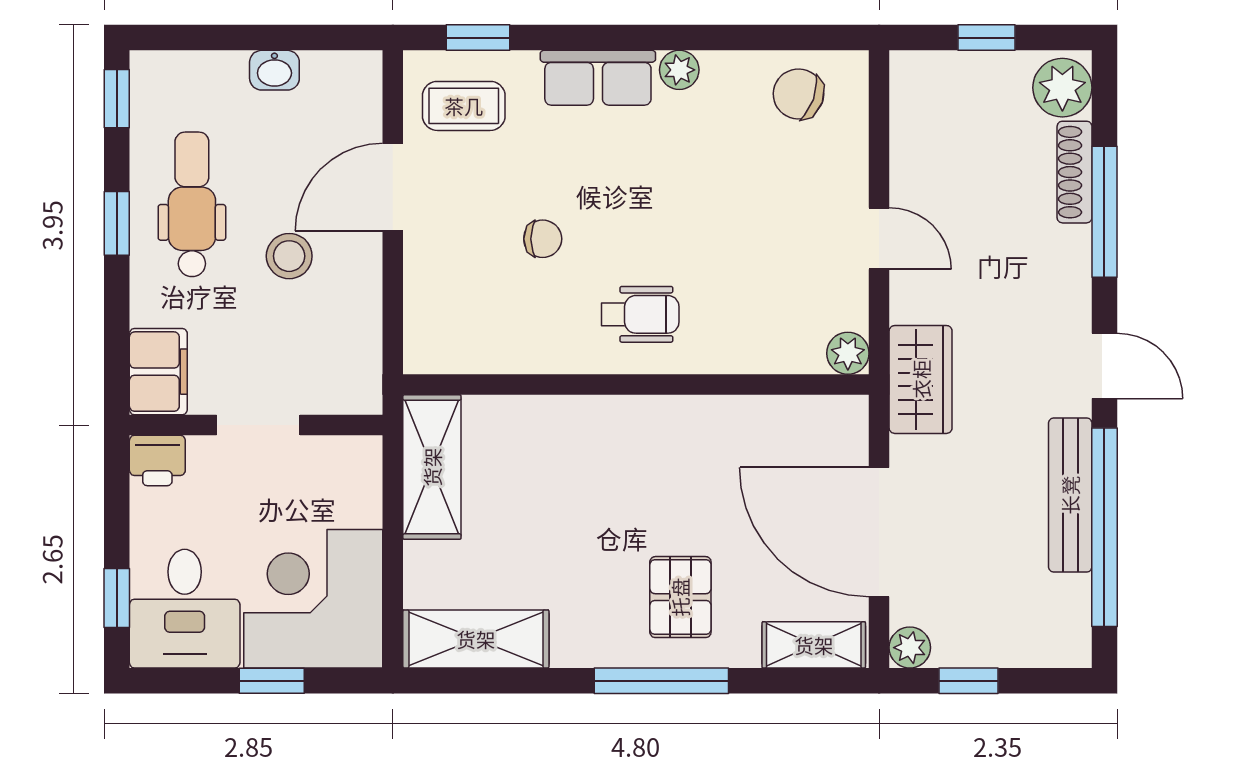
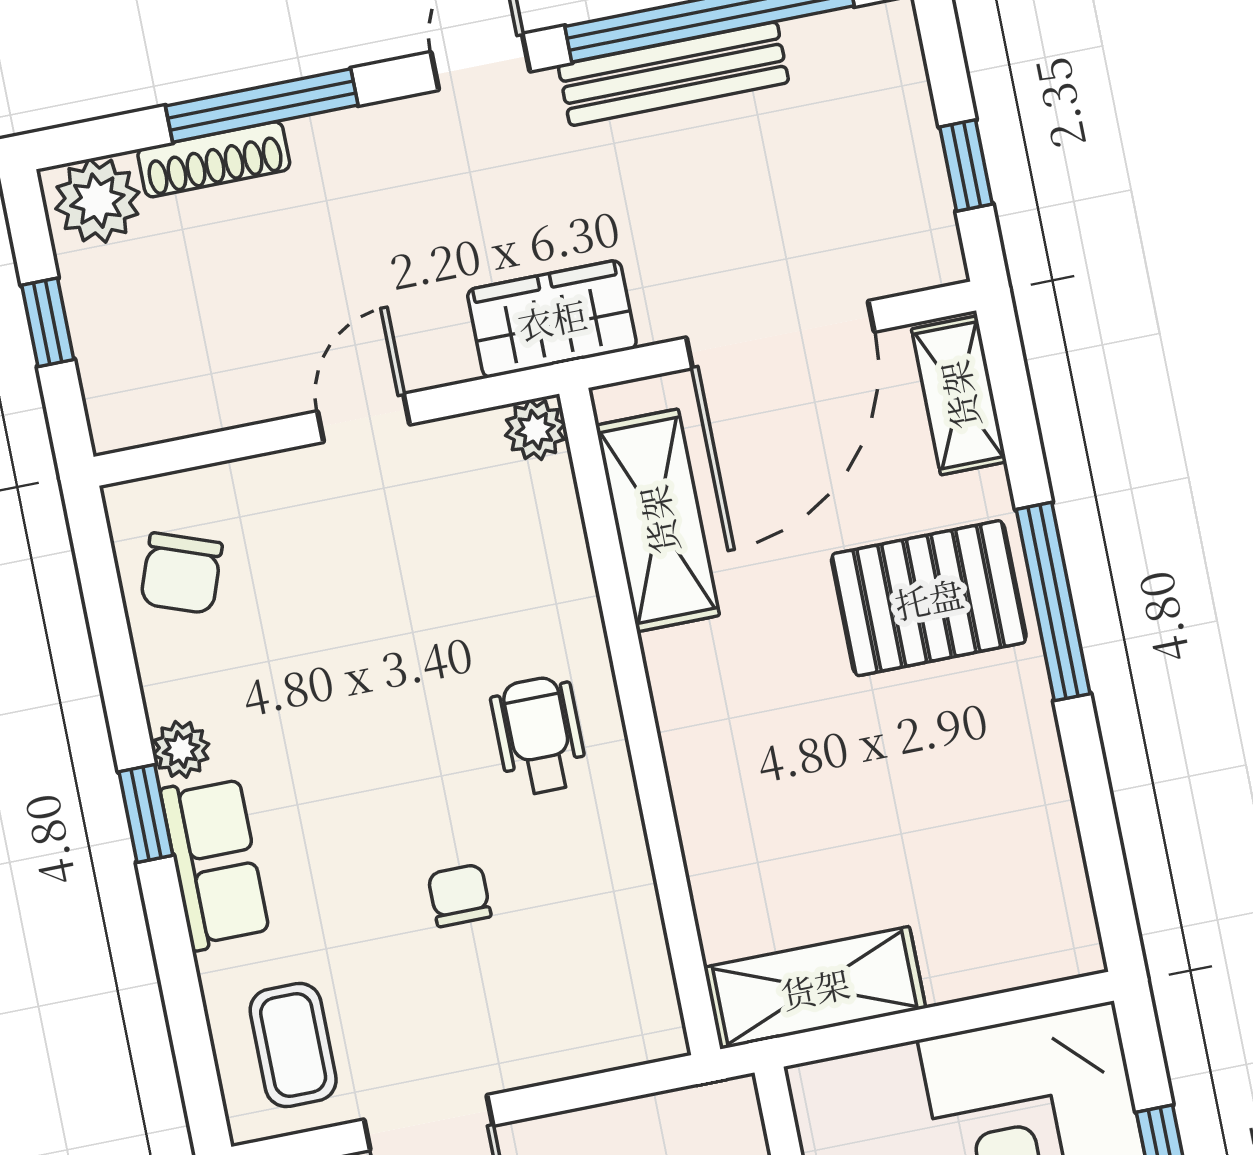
window: (478, 38) -> (146, 813), moved
pallet: (680, 597) -> (929, 598), width x1.50, depth x1.42
shelving: (476, 639) -> (658, 520), moved
plant: (910, 648) -> (935, 258), removed

